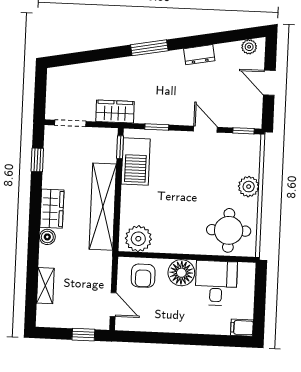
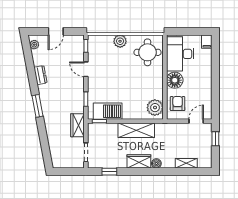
door: (205, 129) -> (86, 69), hinge flipped
shelving: (103, 207) -> (136, 130), width x0.68
armchair: (143, 276) -> (178, 104), turned -90
desk: (216, 283) -> (180, 54), width x1.37

